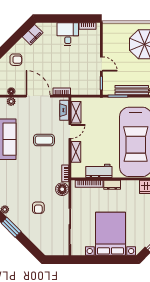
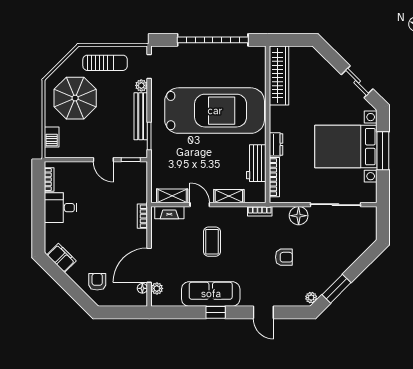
barbecue: (117, 28) -> (52, 137), added
door: (101, 64) -> (103, 160), swing flipped
door: (38, 96) -> (149, 265), moved
floor lamp: (62, 189) -> (299, 216), moved
armchair: (38, 208) -> (284, 257), moved
window: (108, 260) -> (383, 151), added

